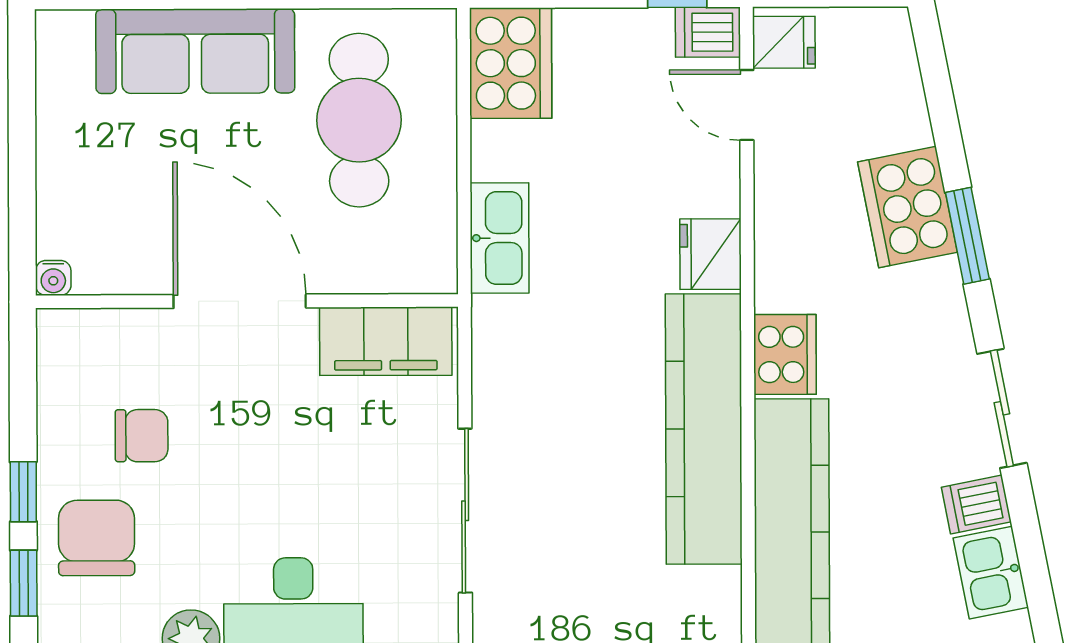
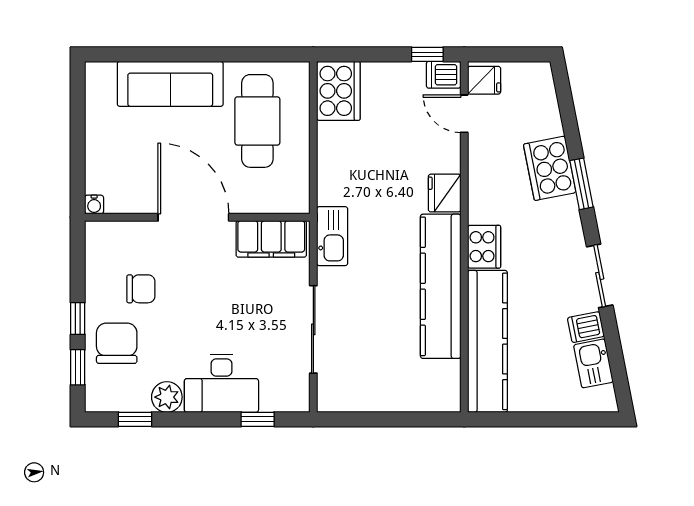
kitchen sink: (500, 238) -> (332, 236), moved

